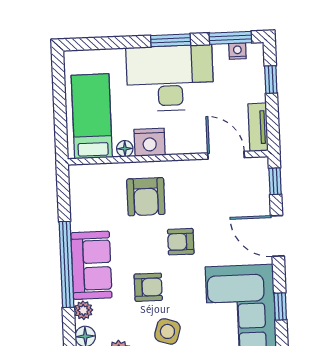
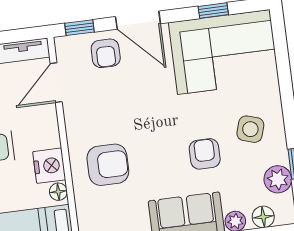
door: (277, 236) -> (138, 20), hinge flipped
armchair: (181, 242) -> (106, 53), moved

